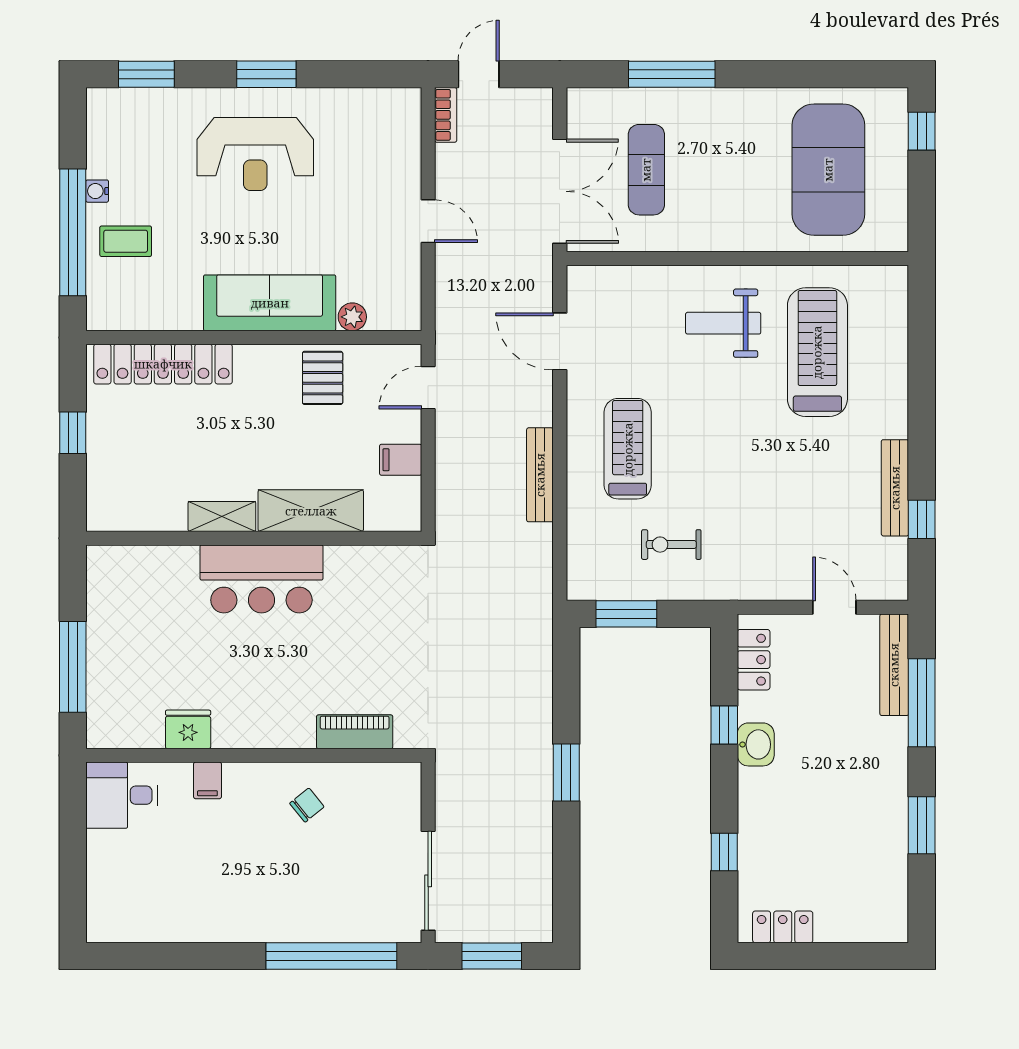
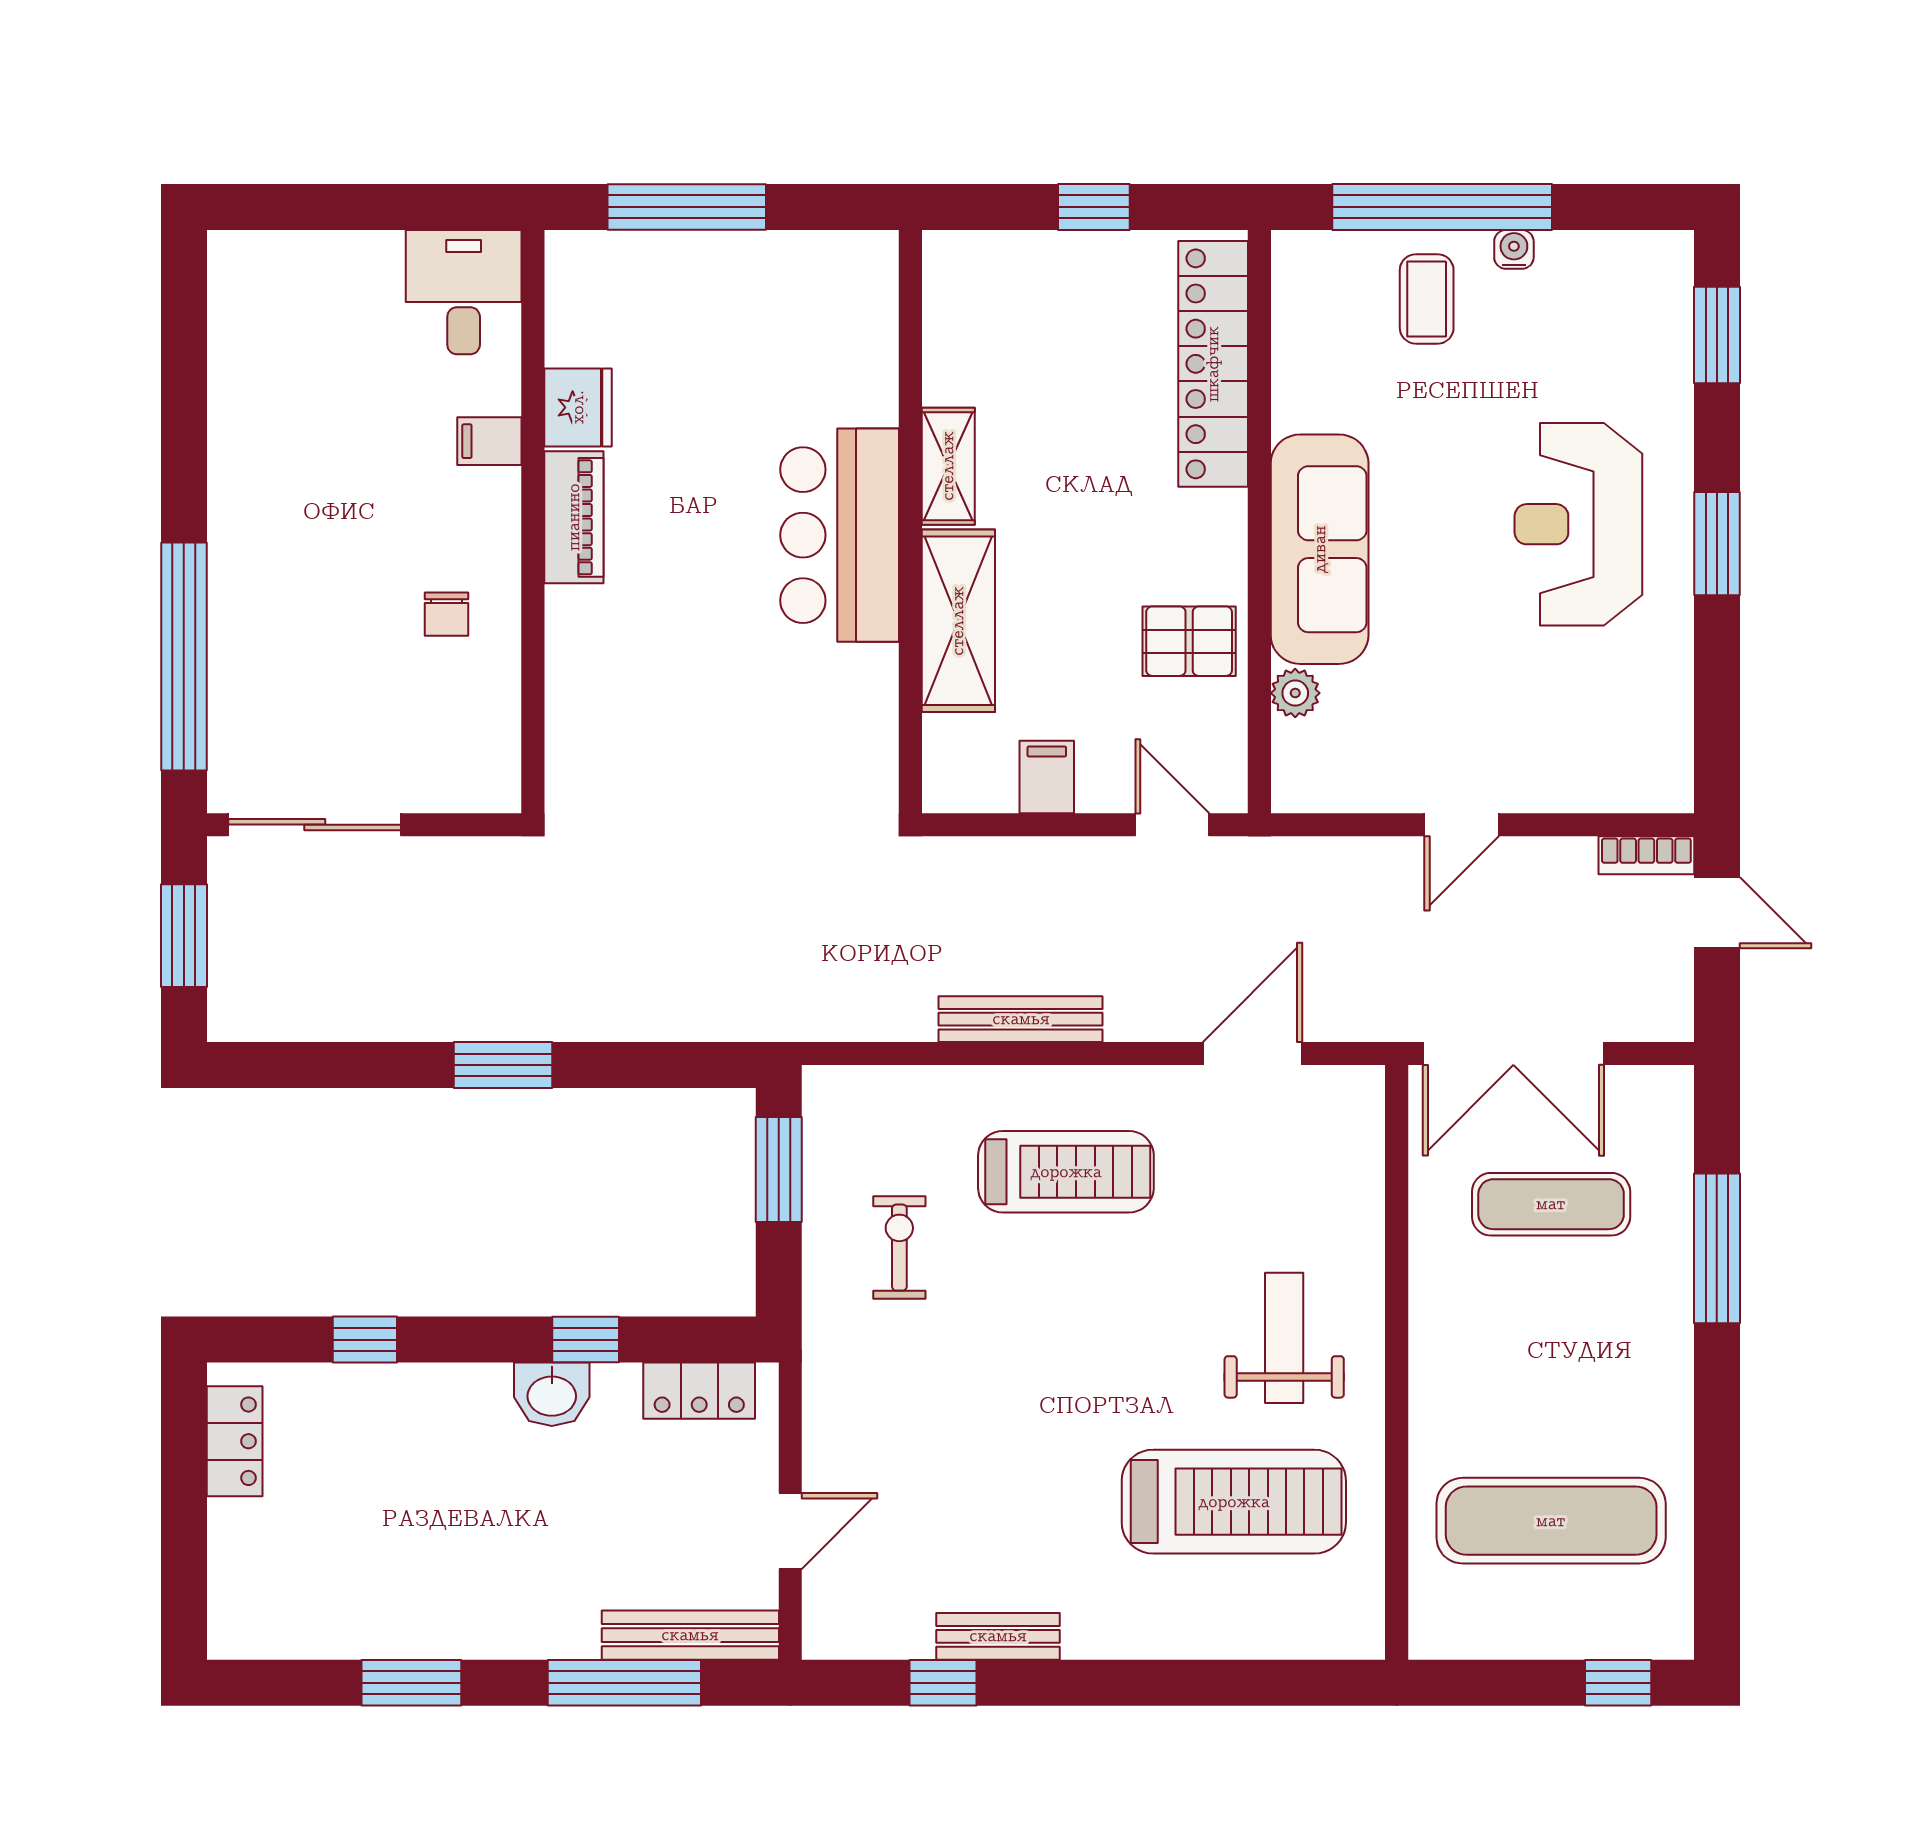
exercise mat: (828, 170) -> (1551, 1521), width x0.68
bench: (895, 488) -> (998, 1636), width x0.73
piano: (355, 732) -> (574, 517), moved
chair: (307, 805) -> (447, 614), turned 39

